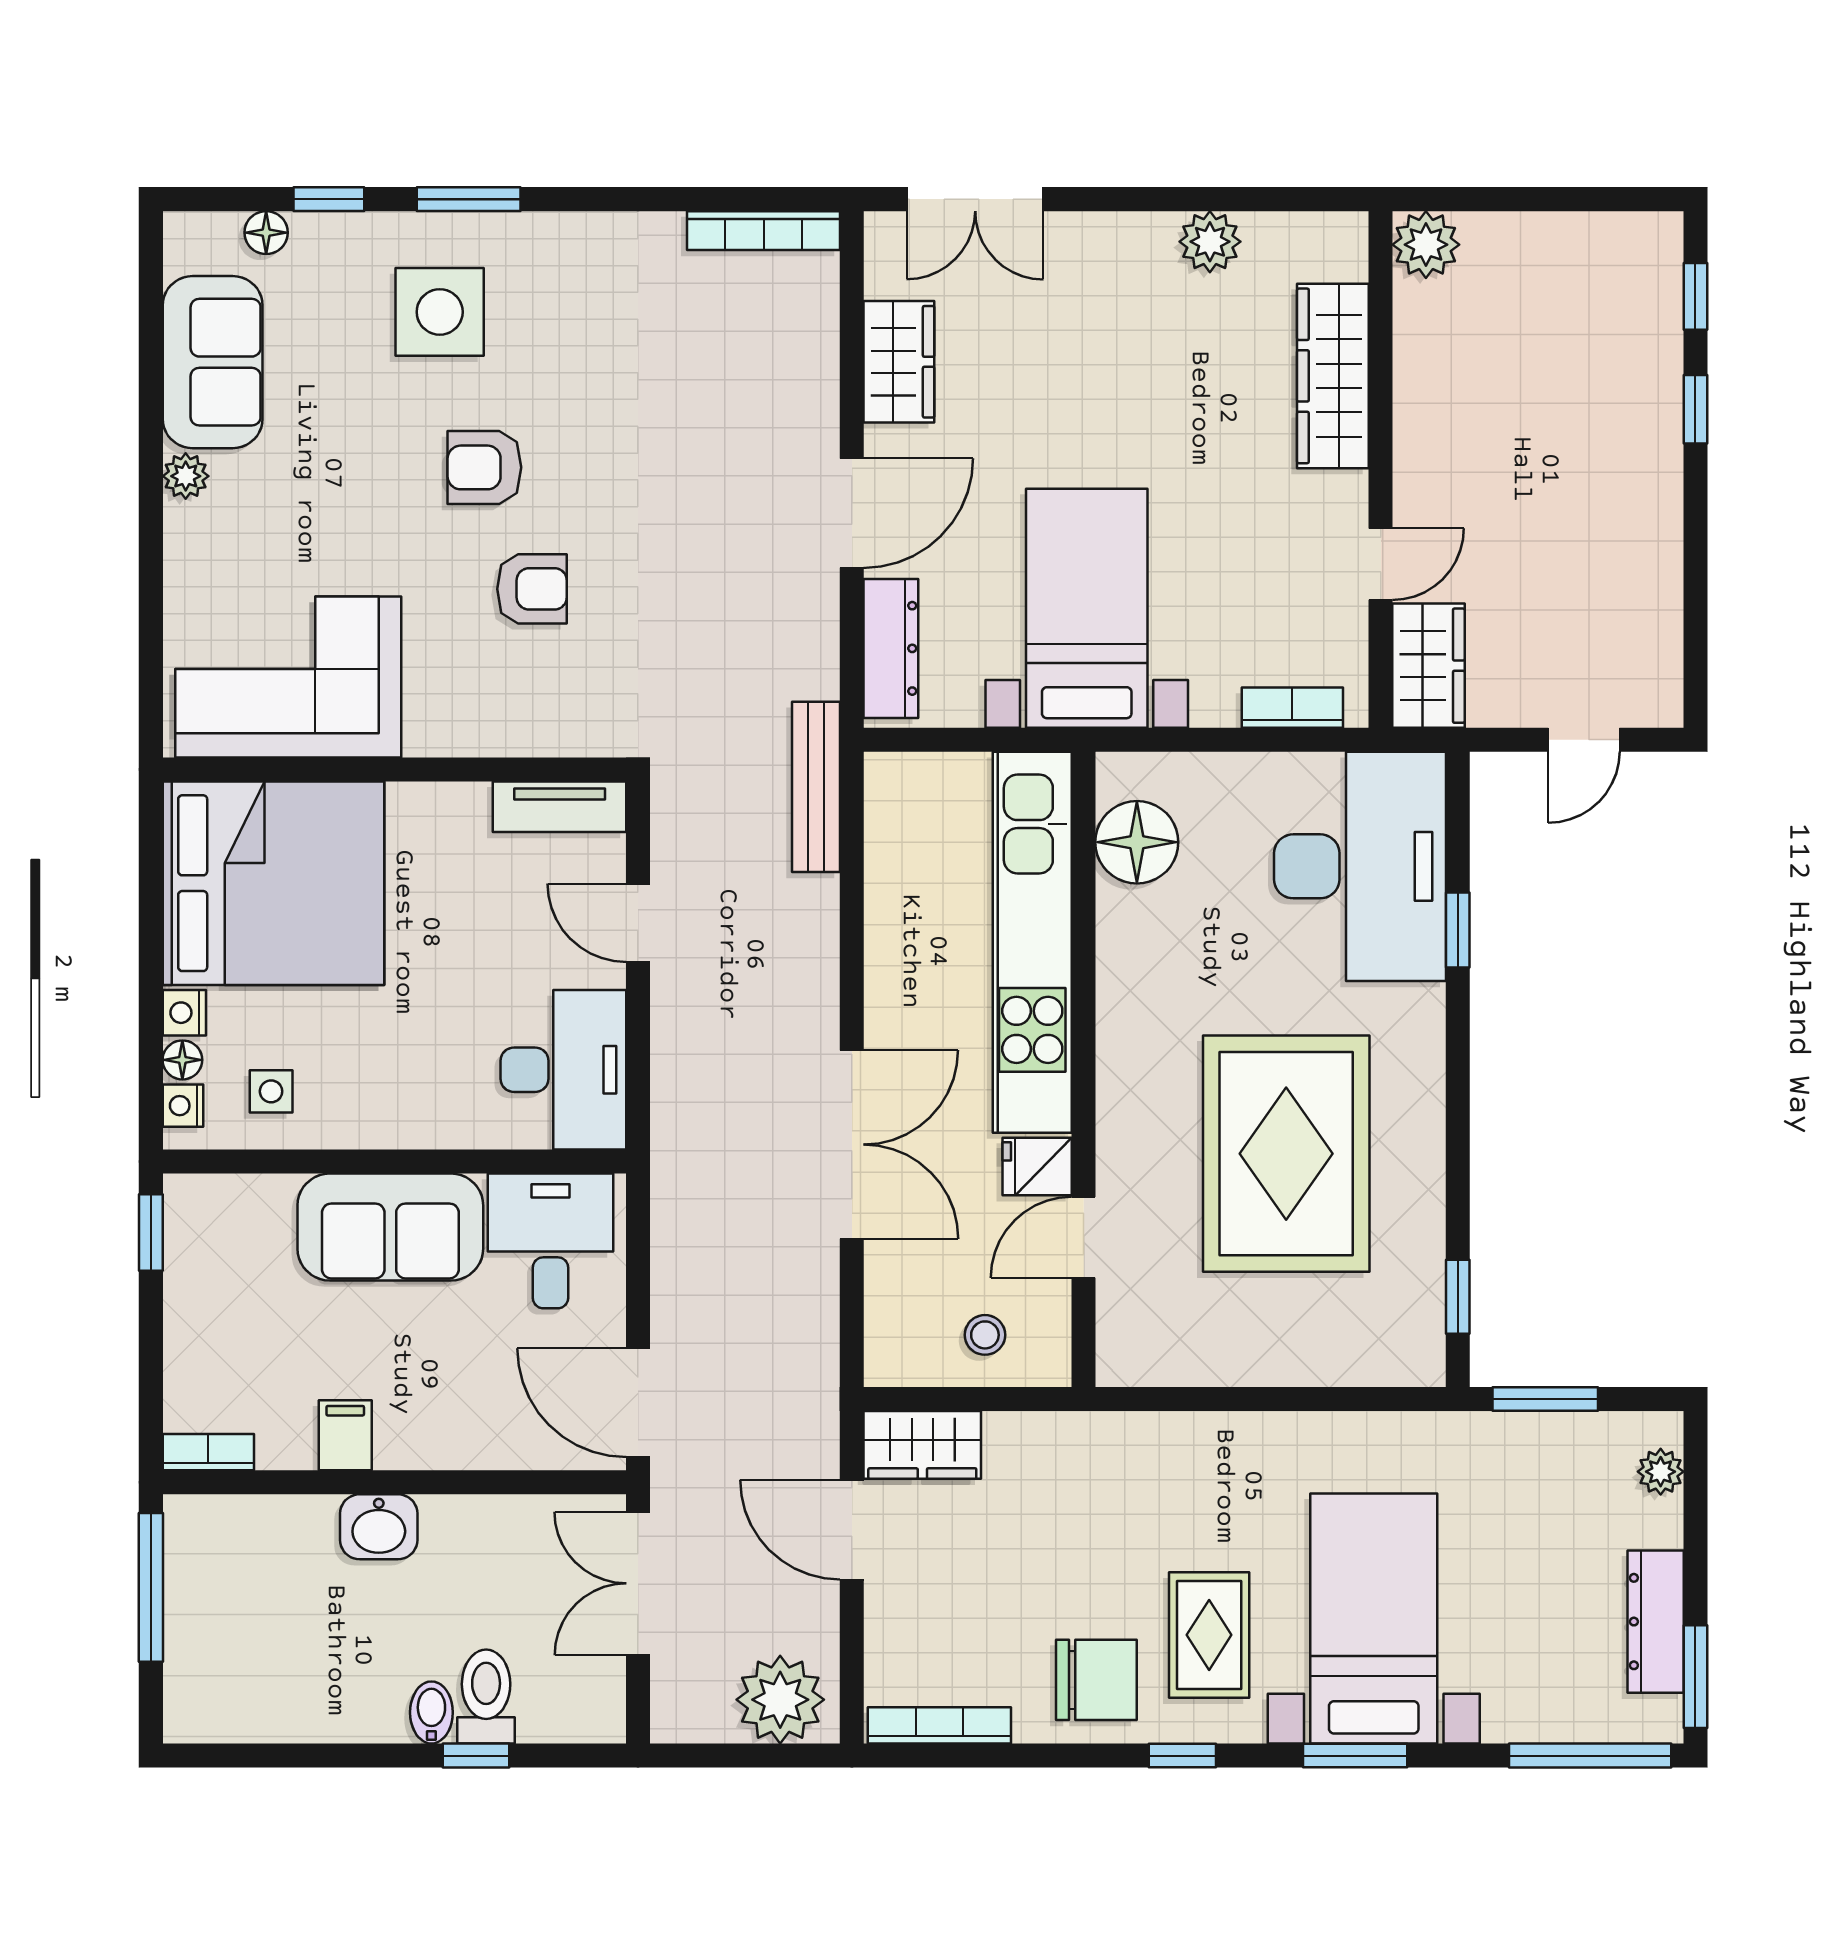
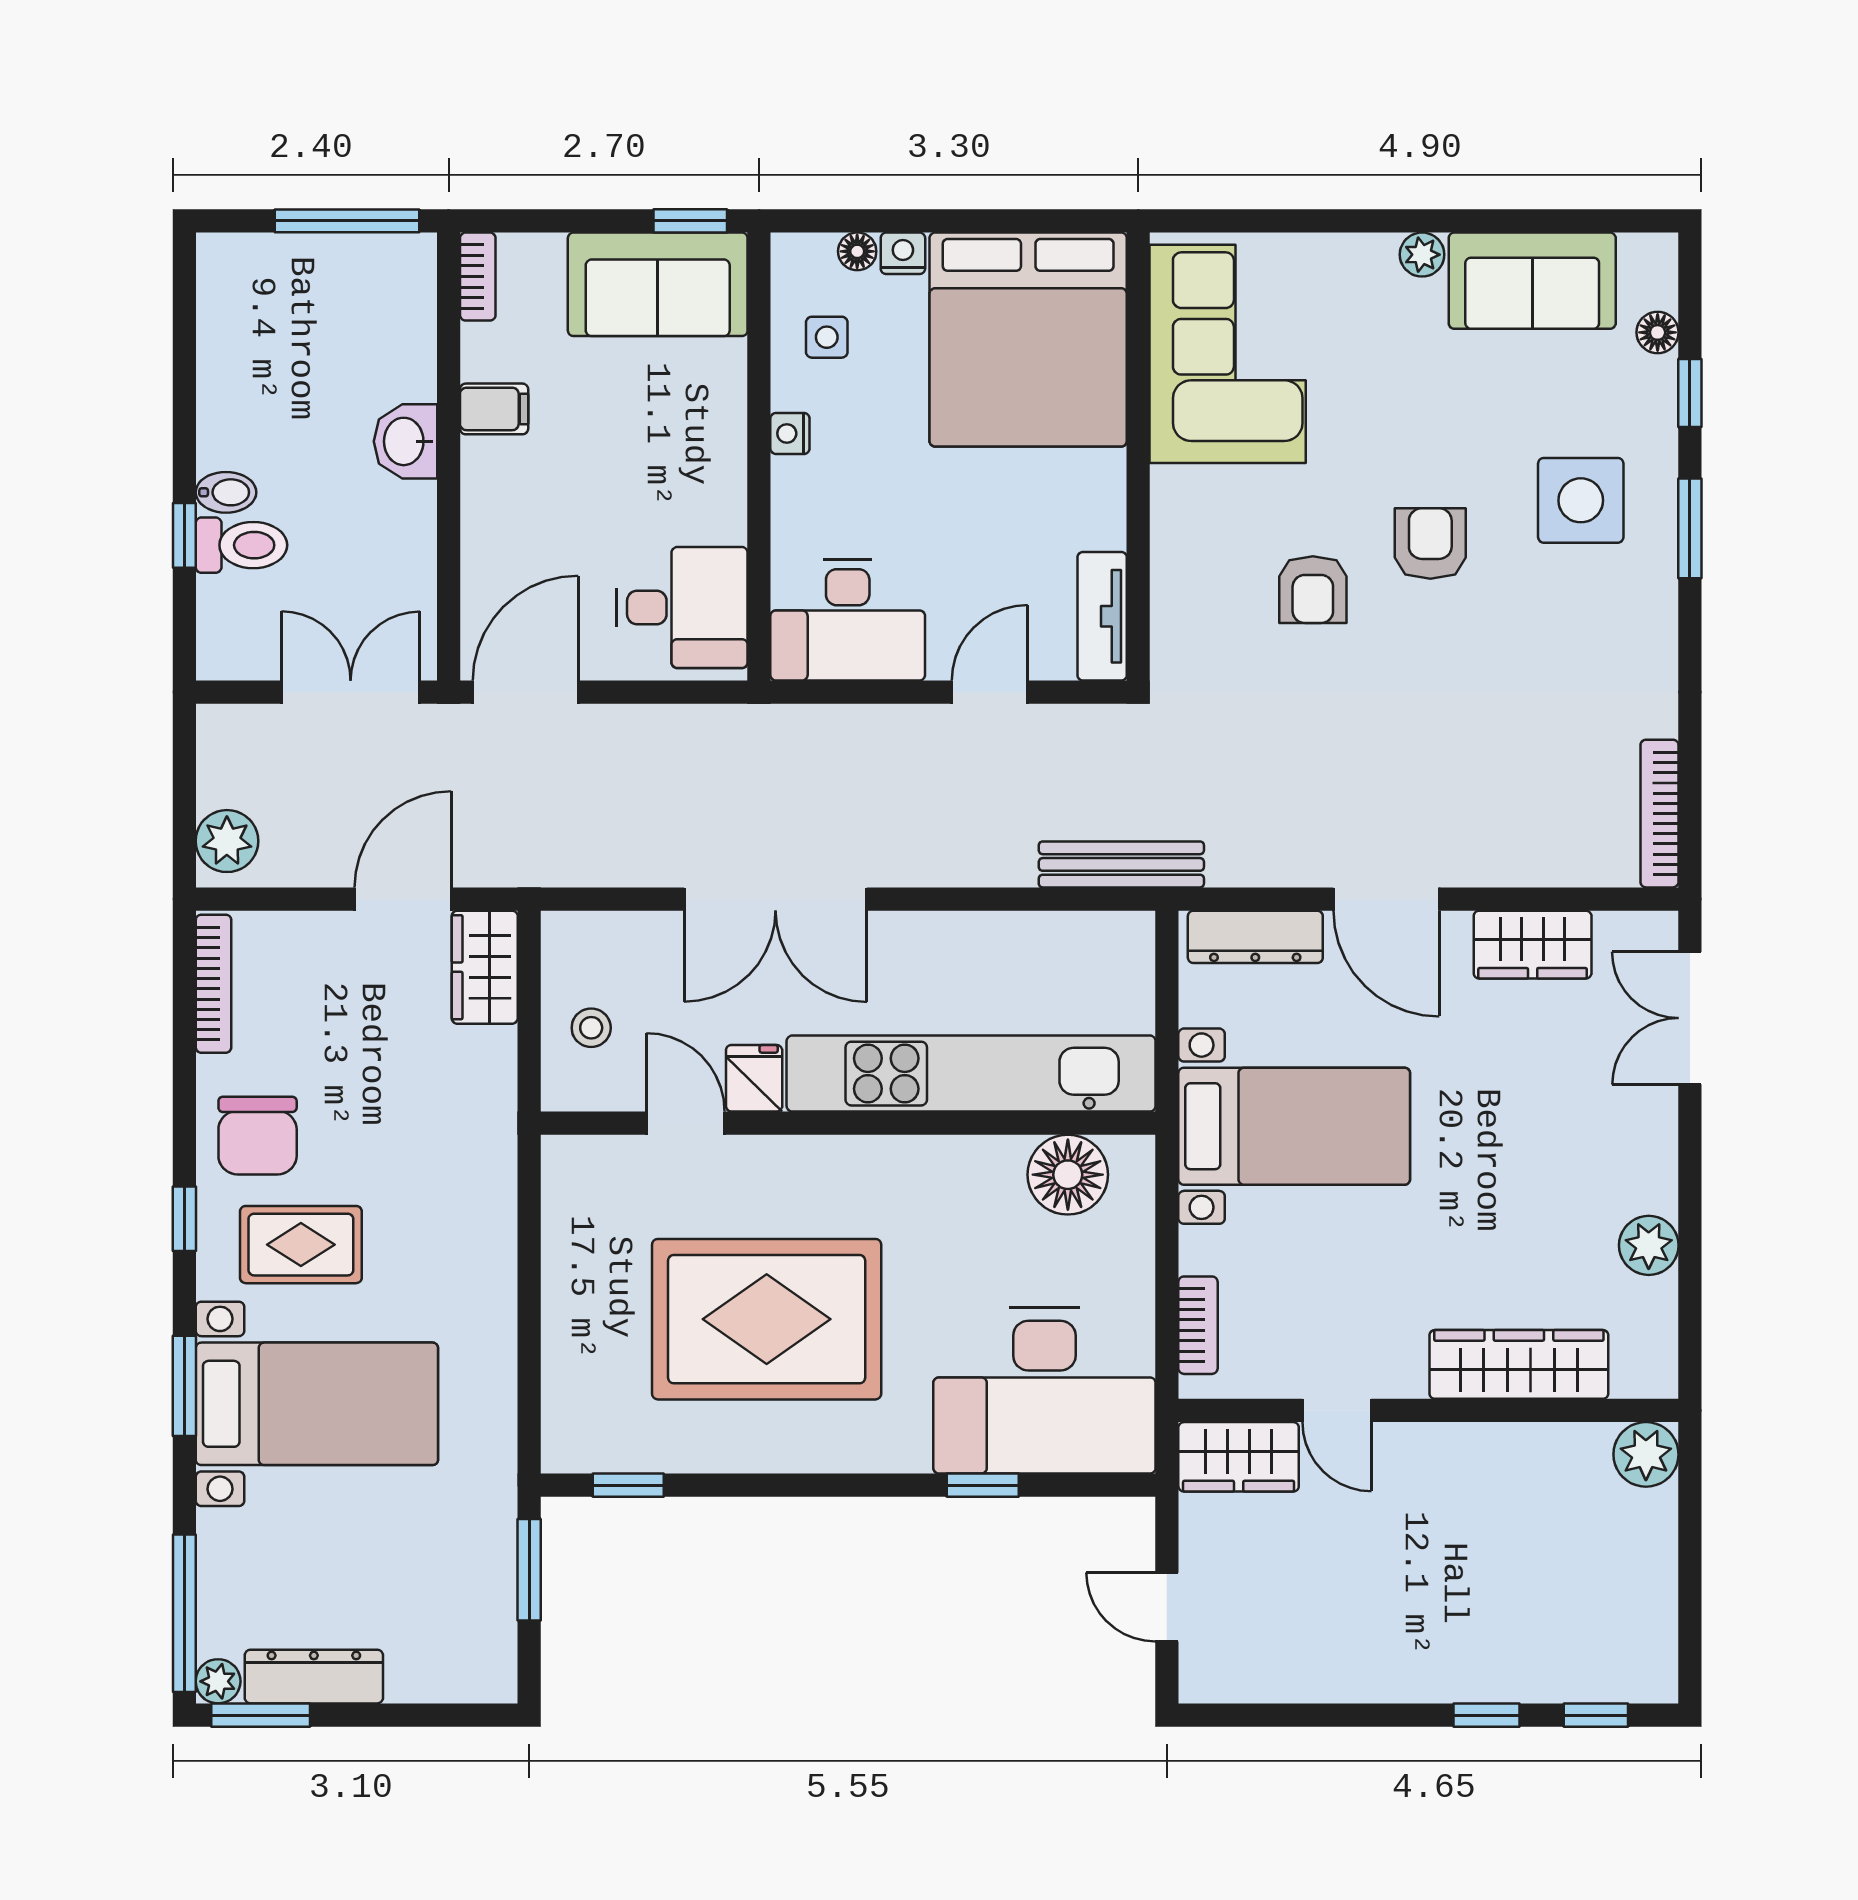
nightstand: (183, 1106) -> (790, 433), moved, turned -90
sofa: (390, 1227) -> (658, 284), moved, turned -90
plant: (1661, 1472) -> (218, 1681), moved
plant: (780, 1700) -> (227, 841), width x0.73, depth x0.73

